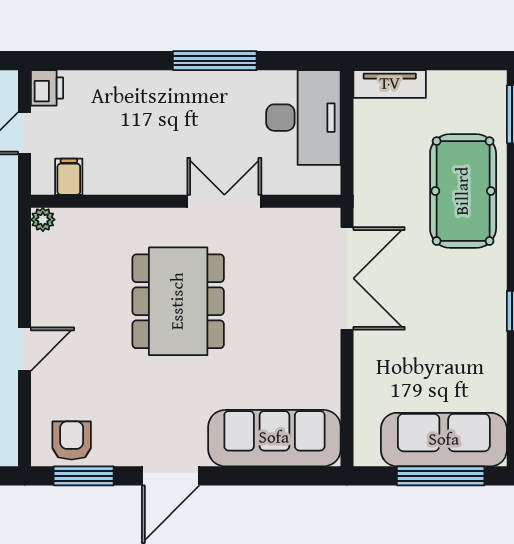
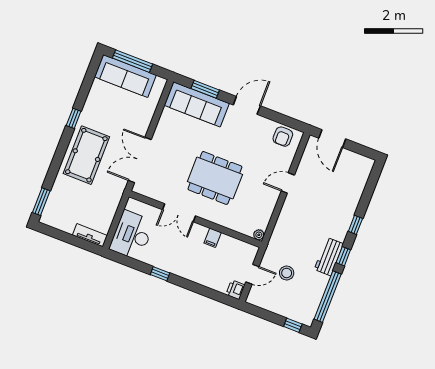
window: (215, 61) -> (160, 274), width x0.46
filing cabinet: (69, 177) -> (213, 238), moved
pool table: (463, 191) -> (86, 155), moved
dining table: (178, 301) -> (215, 178), turned 90
window: (84, 476) -> (205, 89), moved

